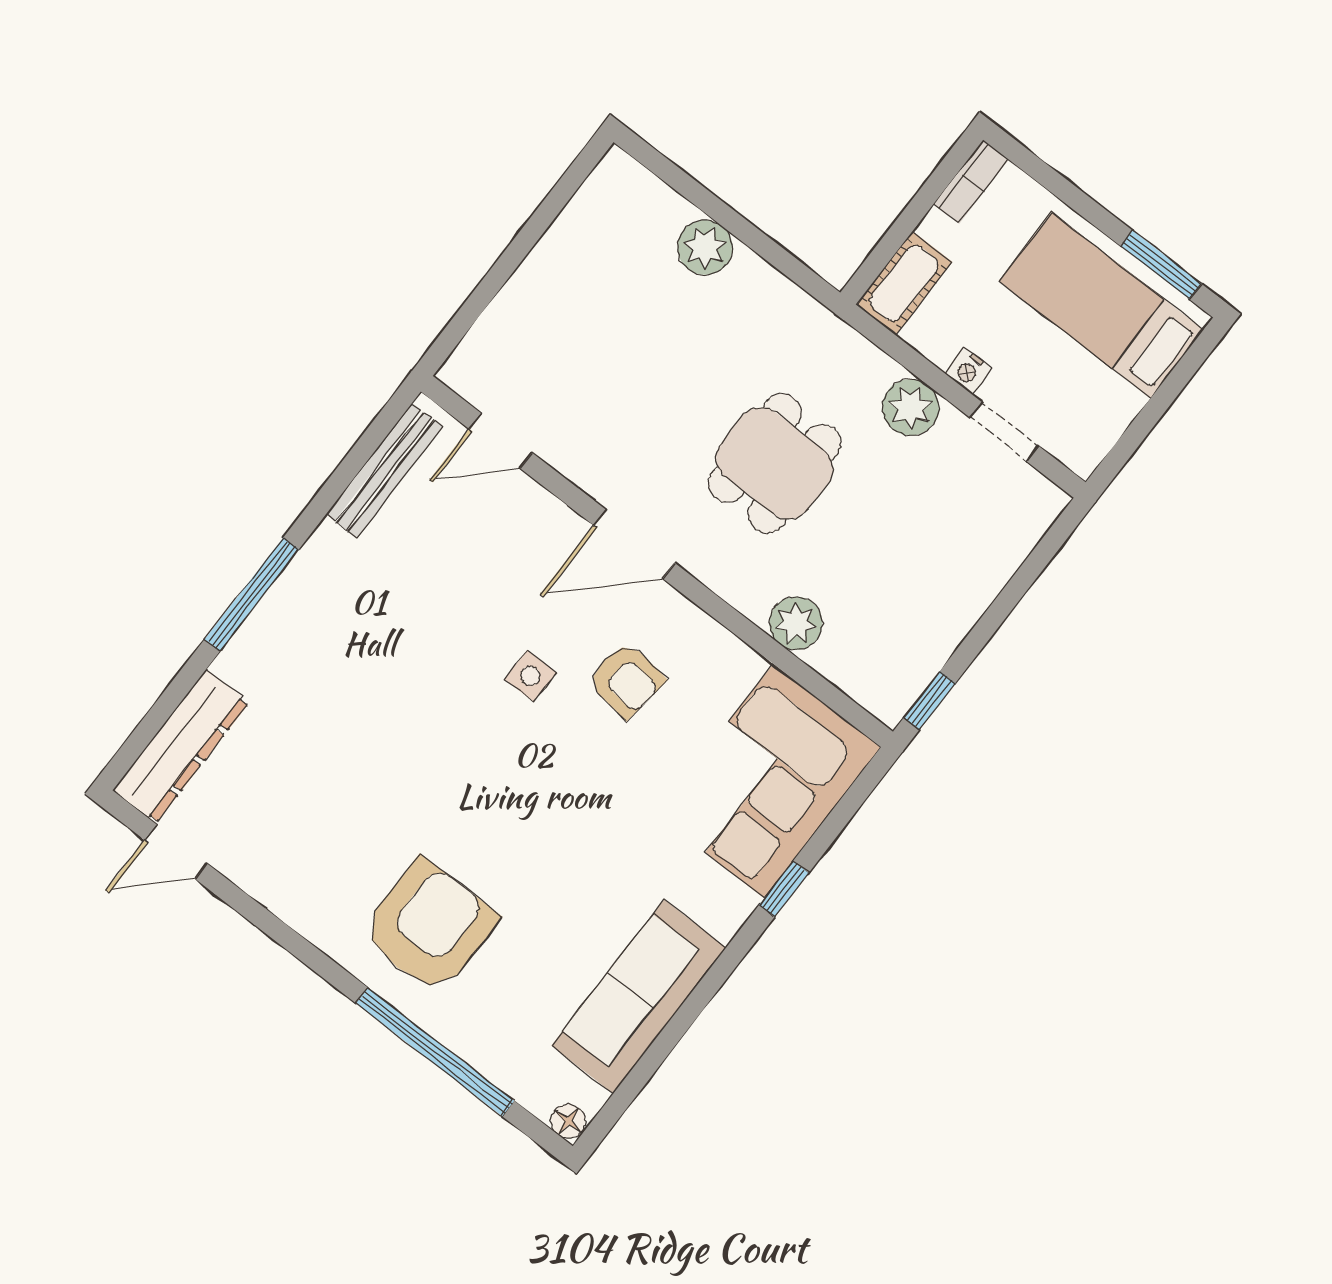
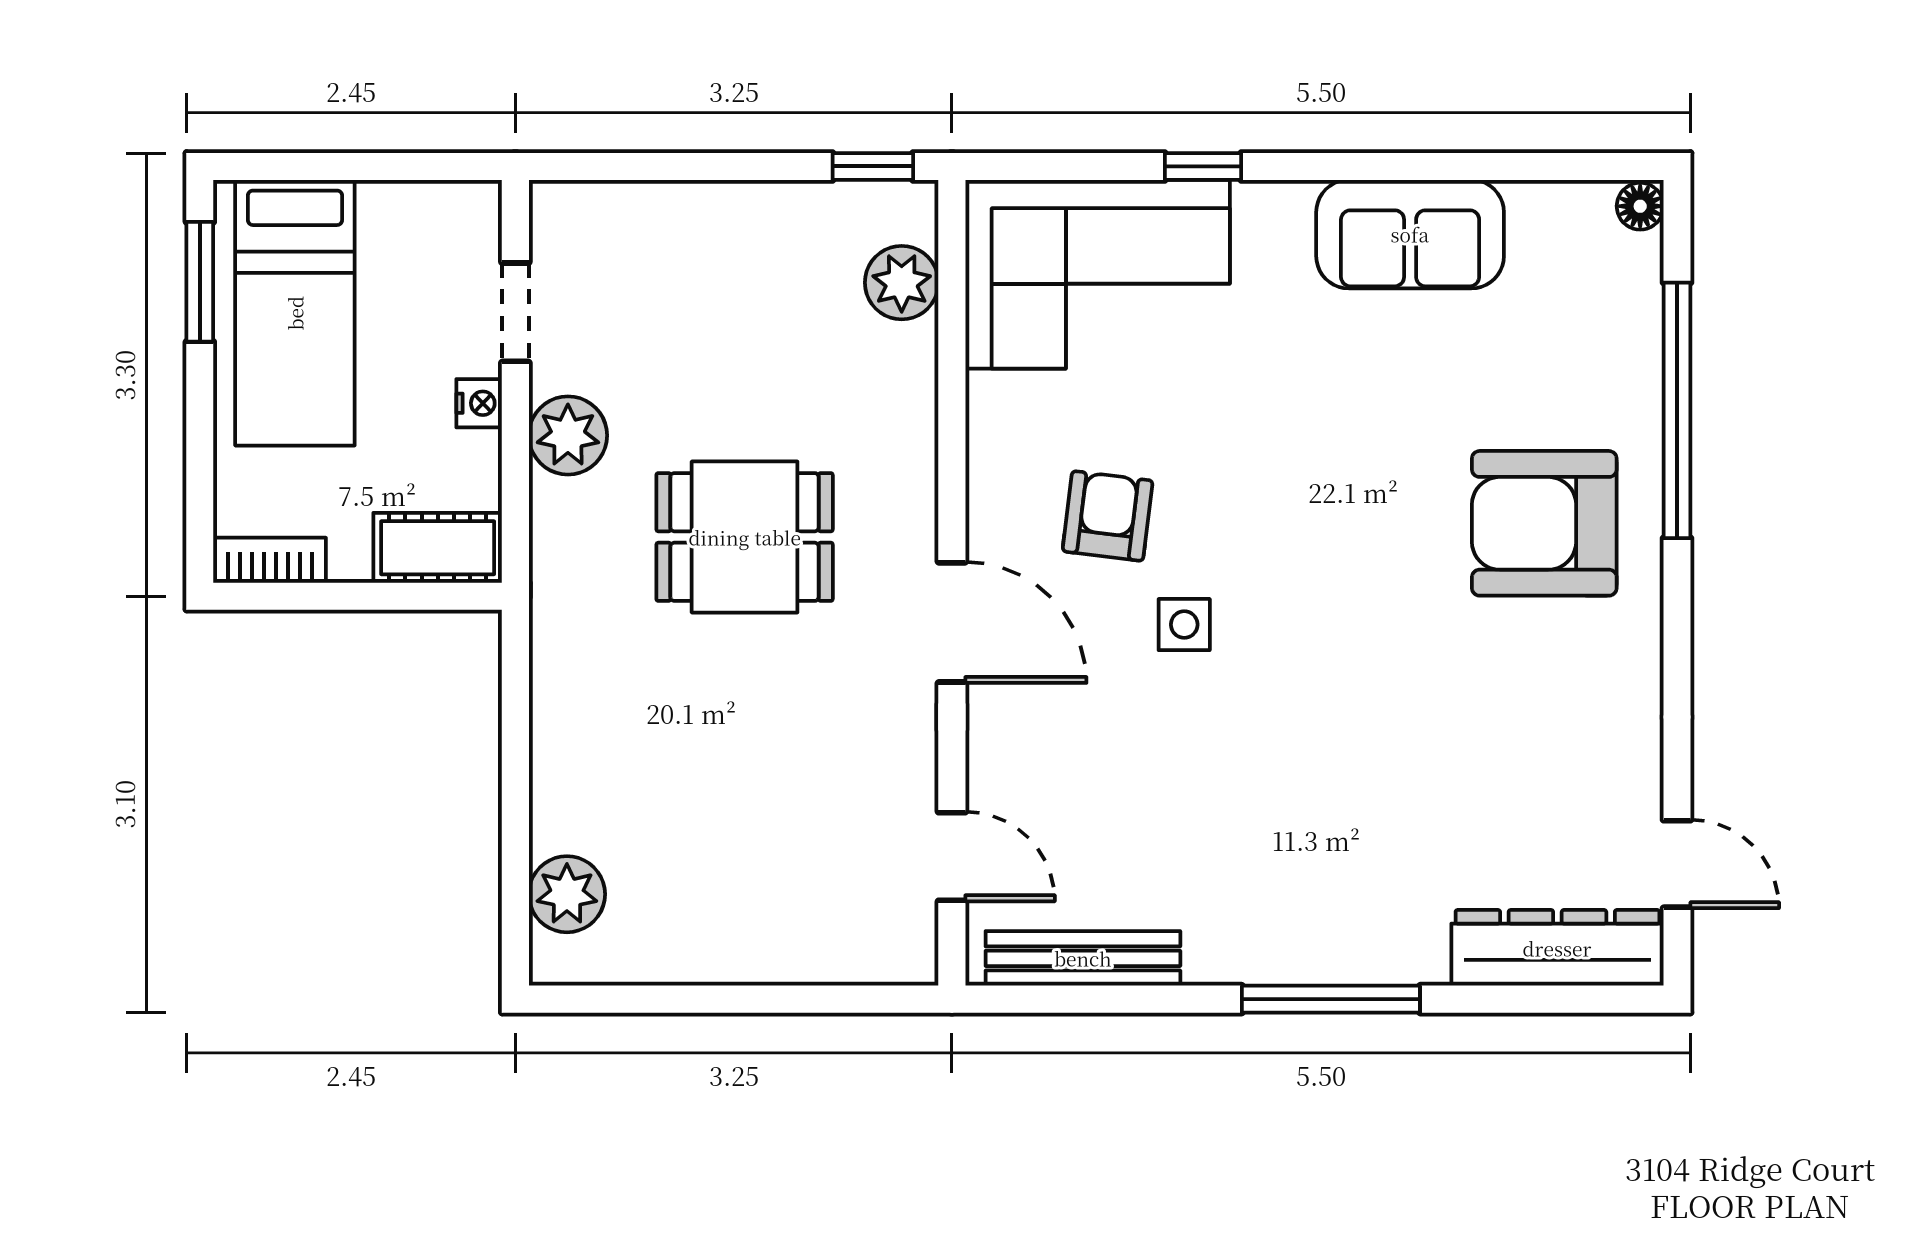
plant: (705, 247) -> (567, 894), moved
plant: (796, 623) -> (902, 283), moved
sofa: (639, 997) -> (1410, 234), width x0.73

